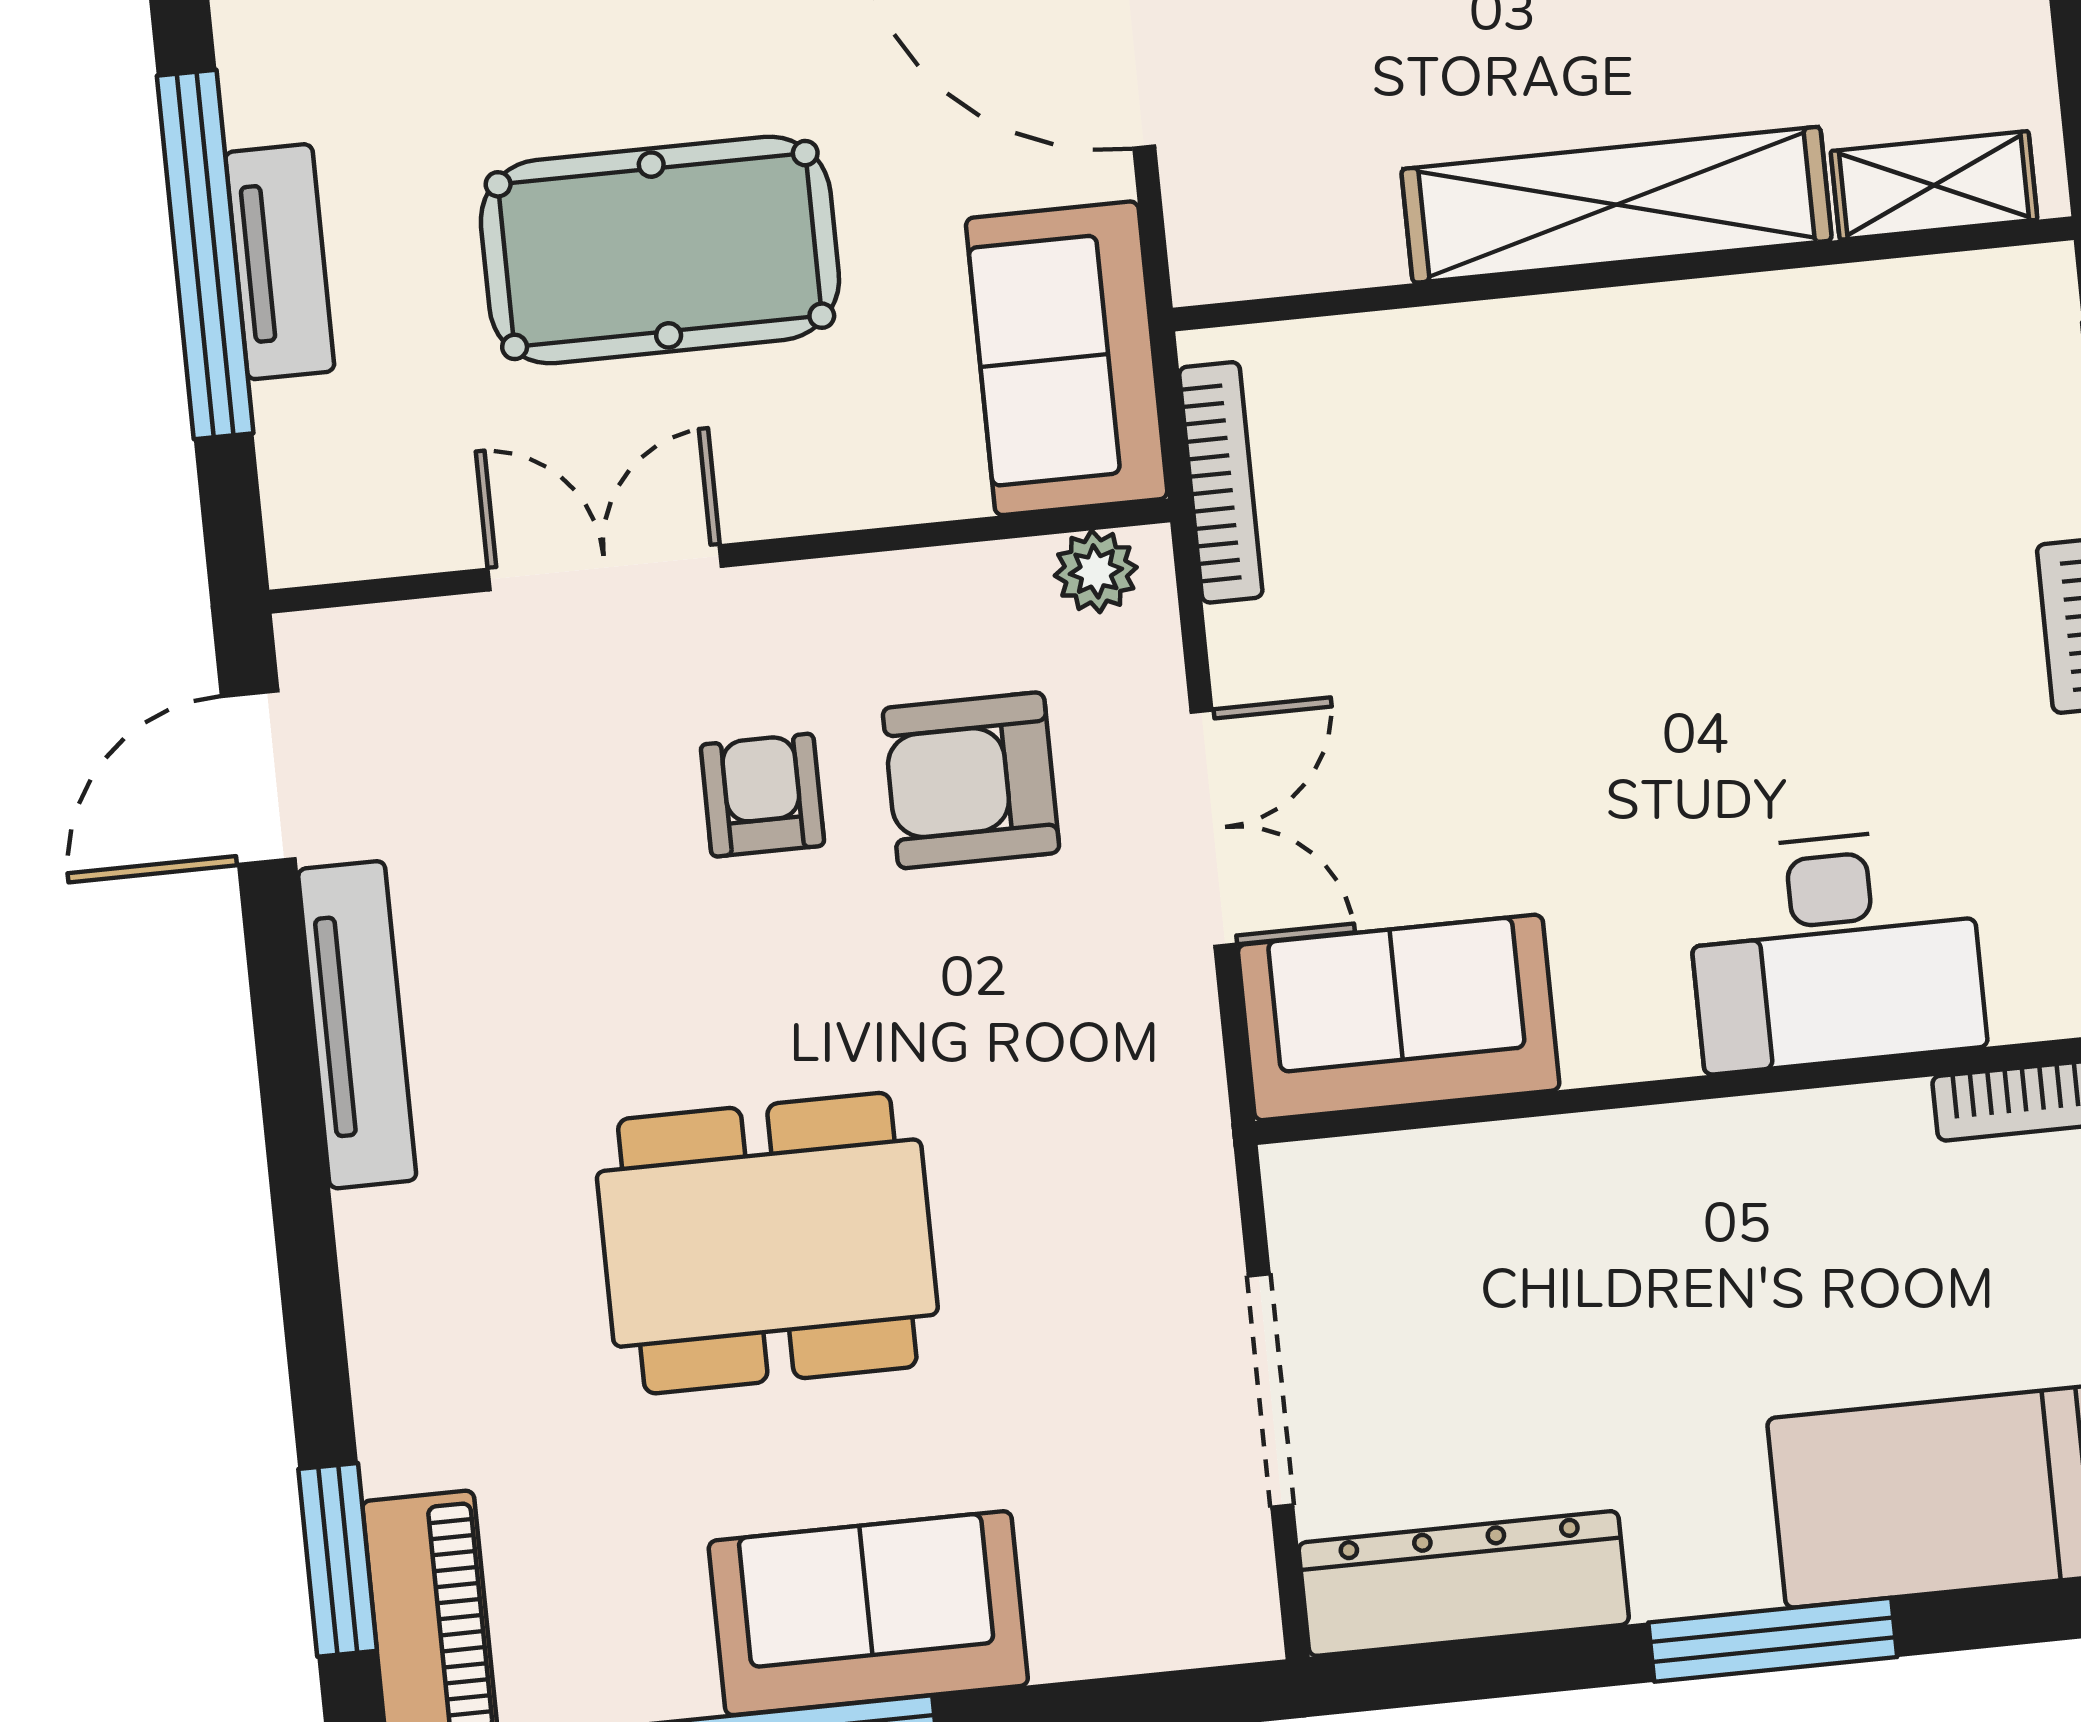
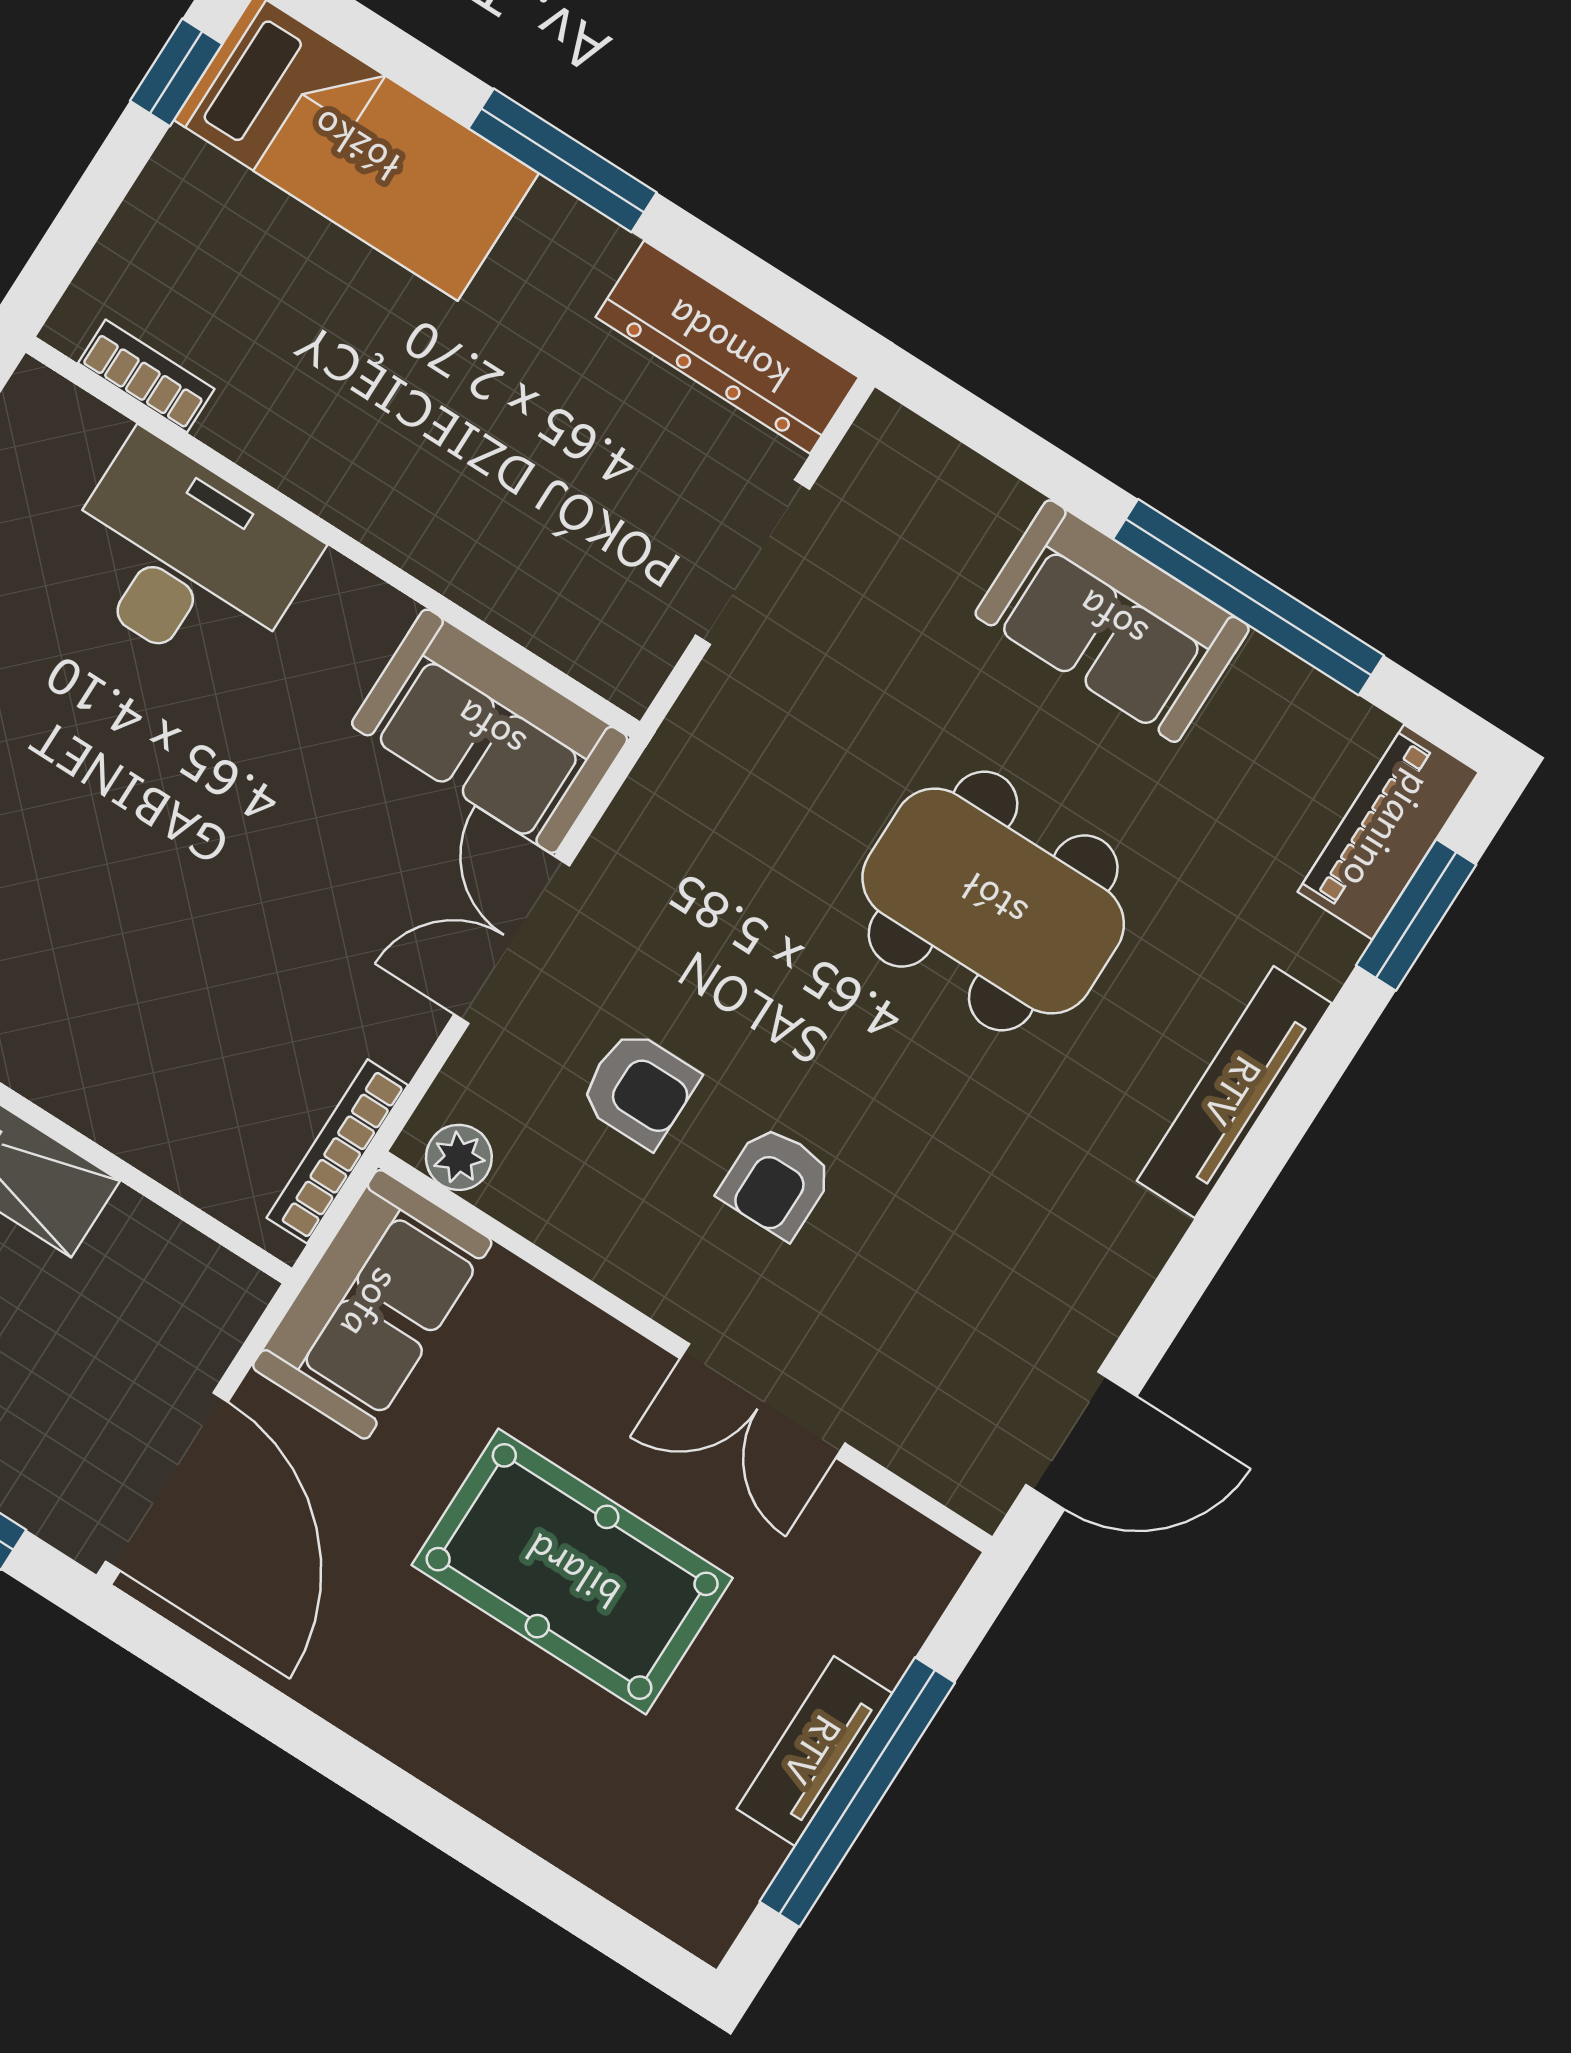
armchair: (971, 780) -> (639, 1089), width x0.72, depth x0.72
tv unit: (357, 1025) -> (1234, 1092), moved

